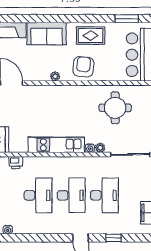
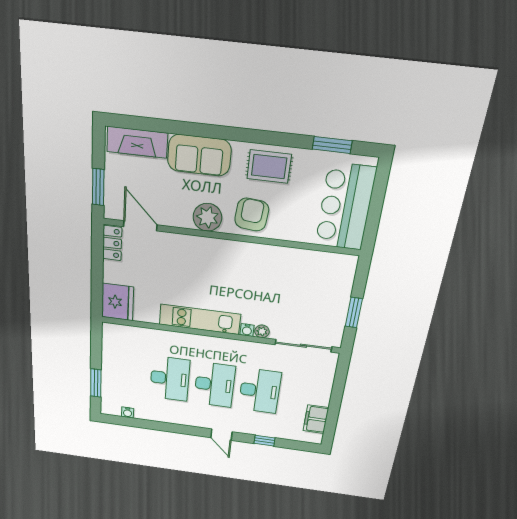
plant: (55, 76) -> (207, 217), width x1.87, depth x1.87
round table: (115, 108) -> (292, 280), removed
printer: (16, 163) -> (142, 335), removed

